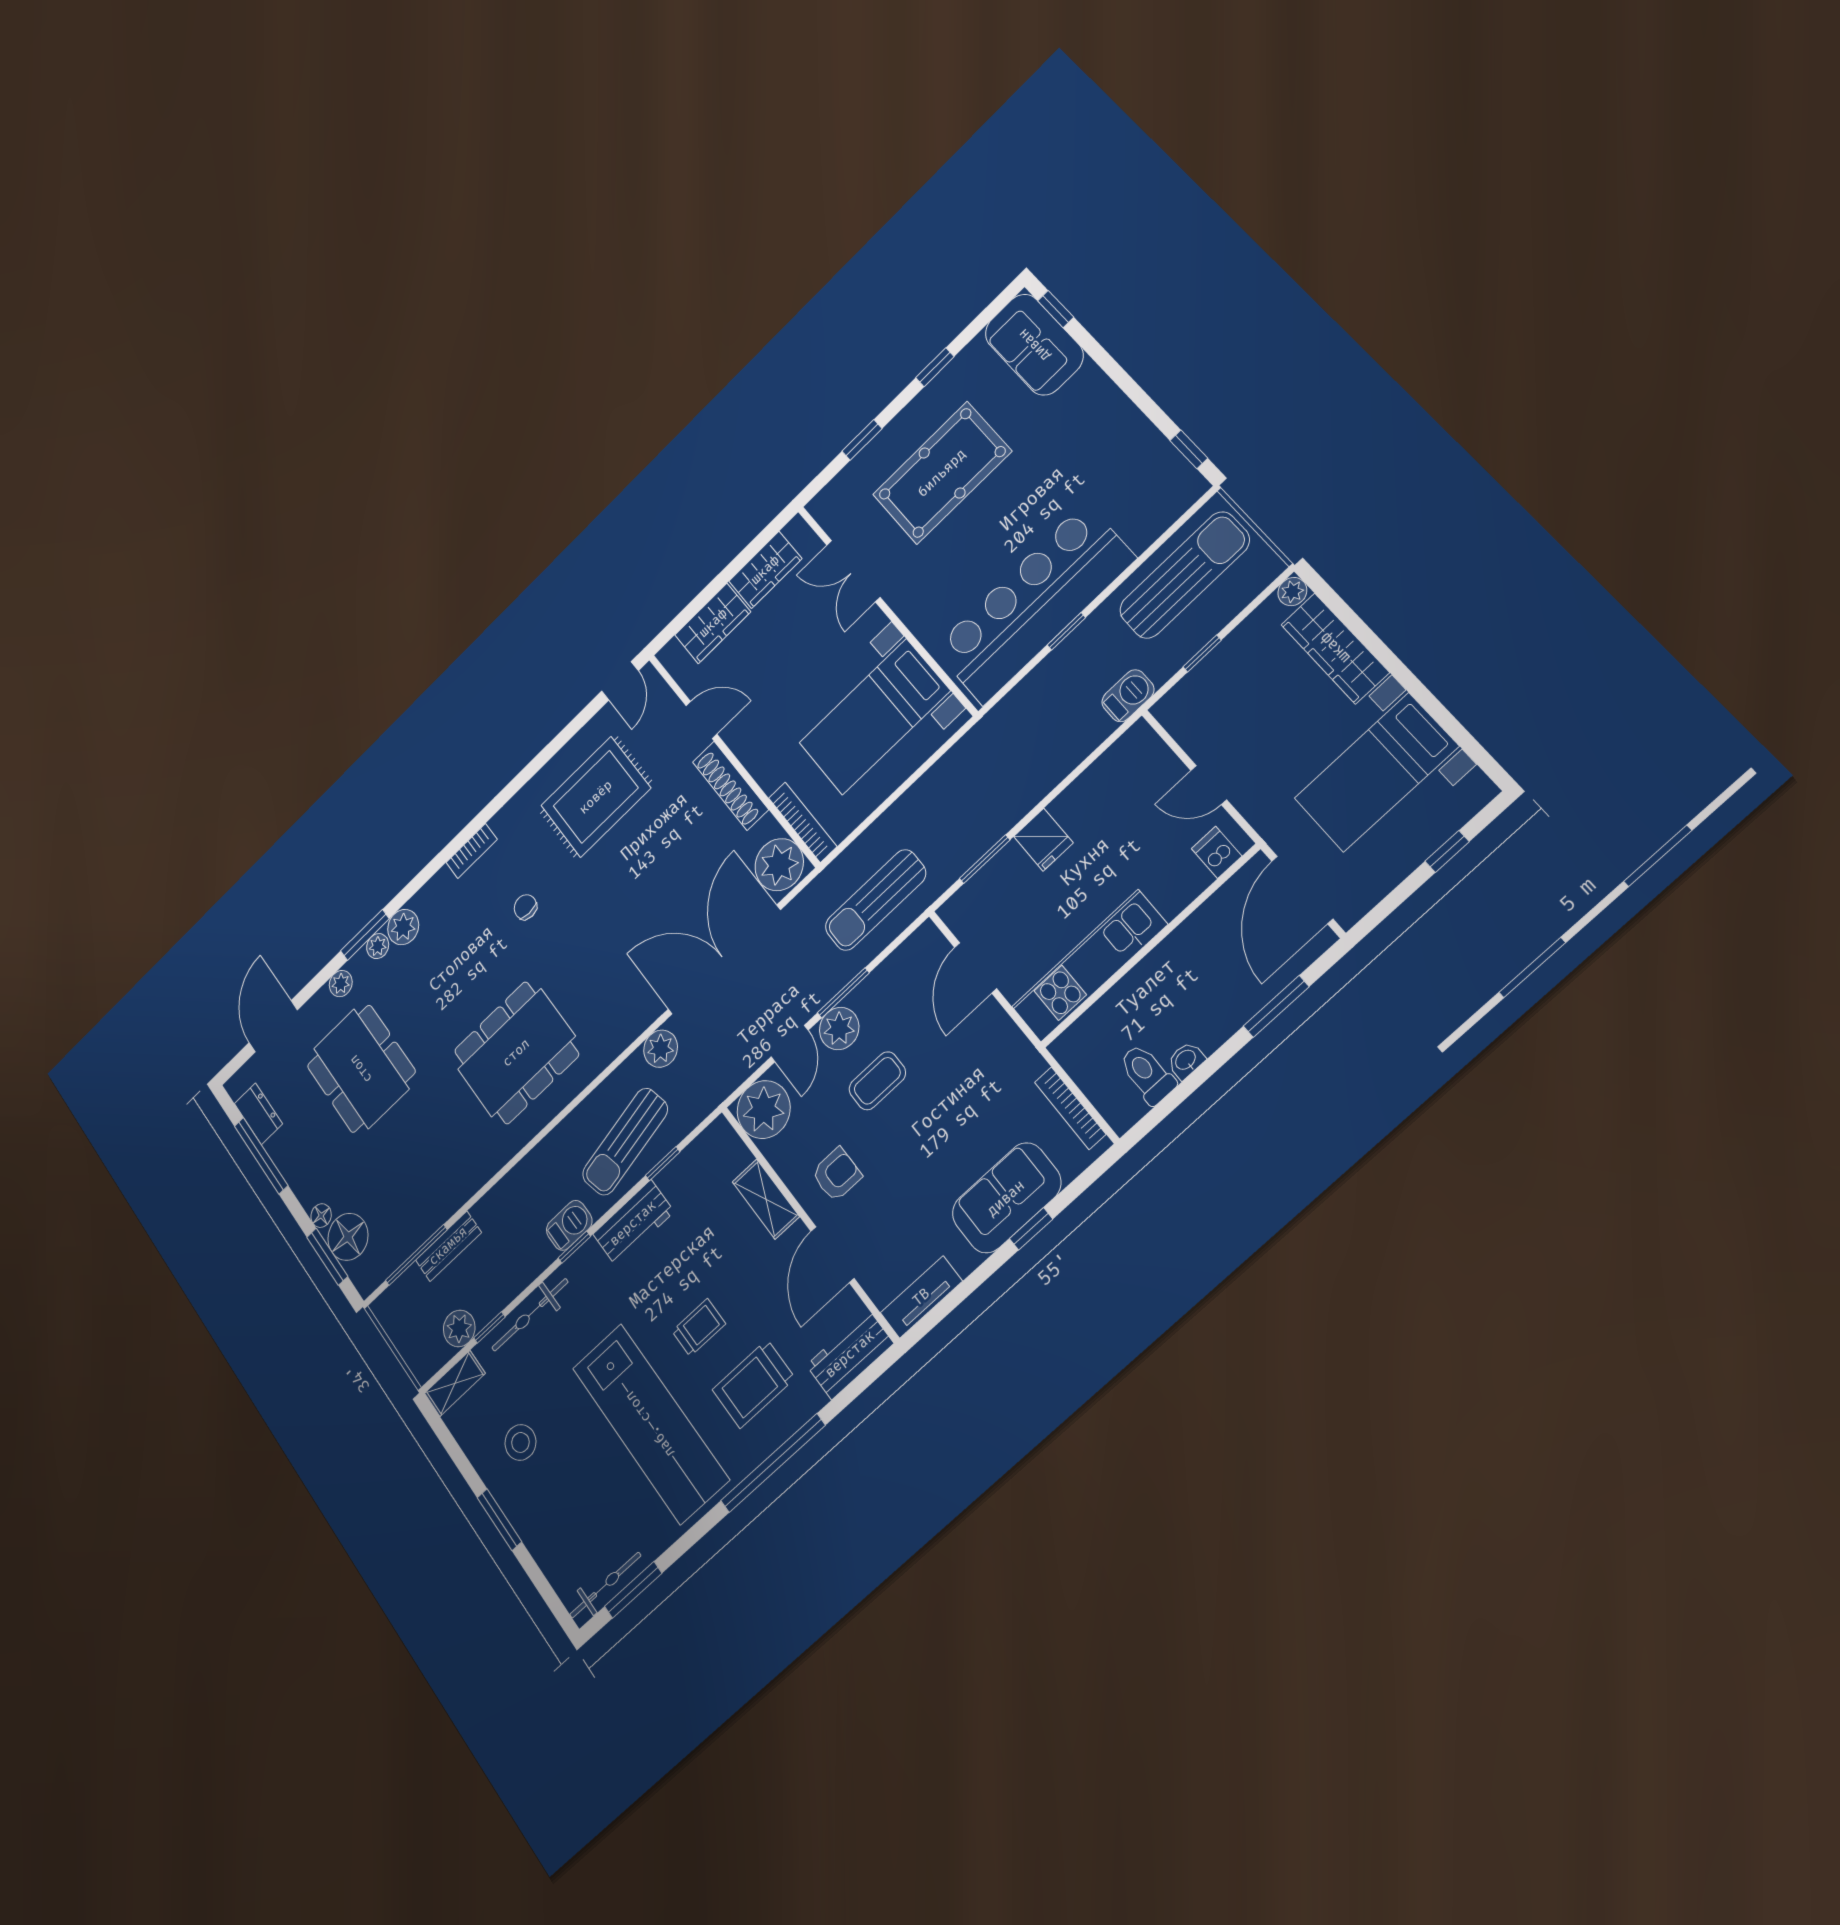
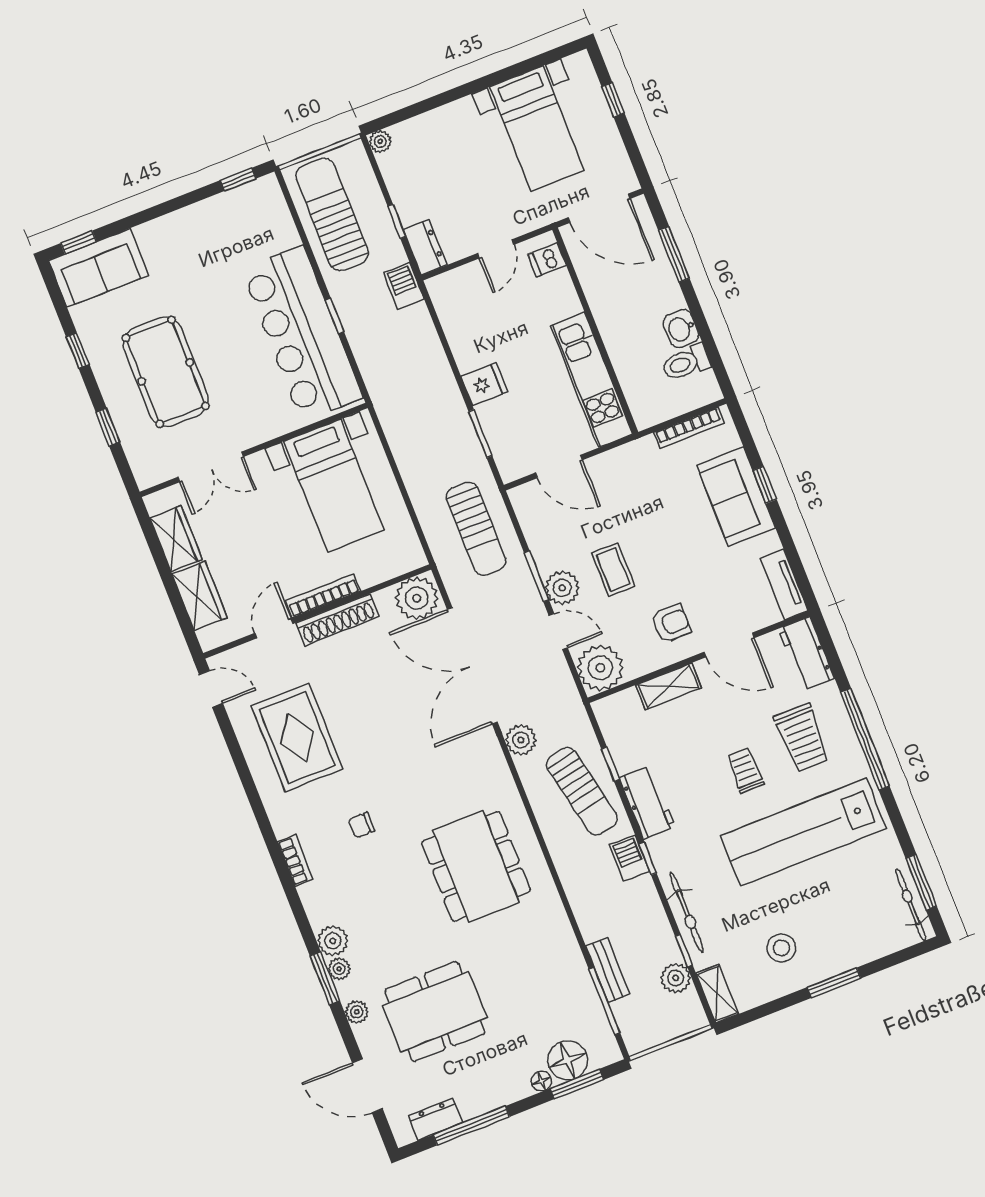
wardrobe: (1335, 648) -> (435, 126), removed
dresser: (1182, 700) -> (425, 247), added
bookcase: (803, 822) -> (323, 596), moved
washbasin: (1186, 1060) -> (681, 329), width x1.38, depth x1.45
armchair: (837, 1174) -> (671, 623), turned 90
lab bench: (650, 1424) -> (803, 832), turned 180

